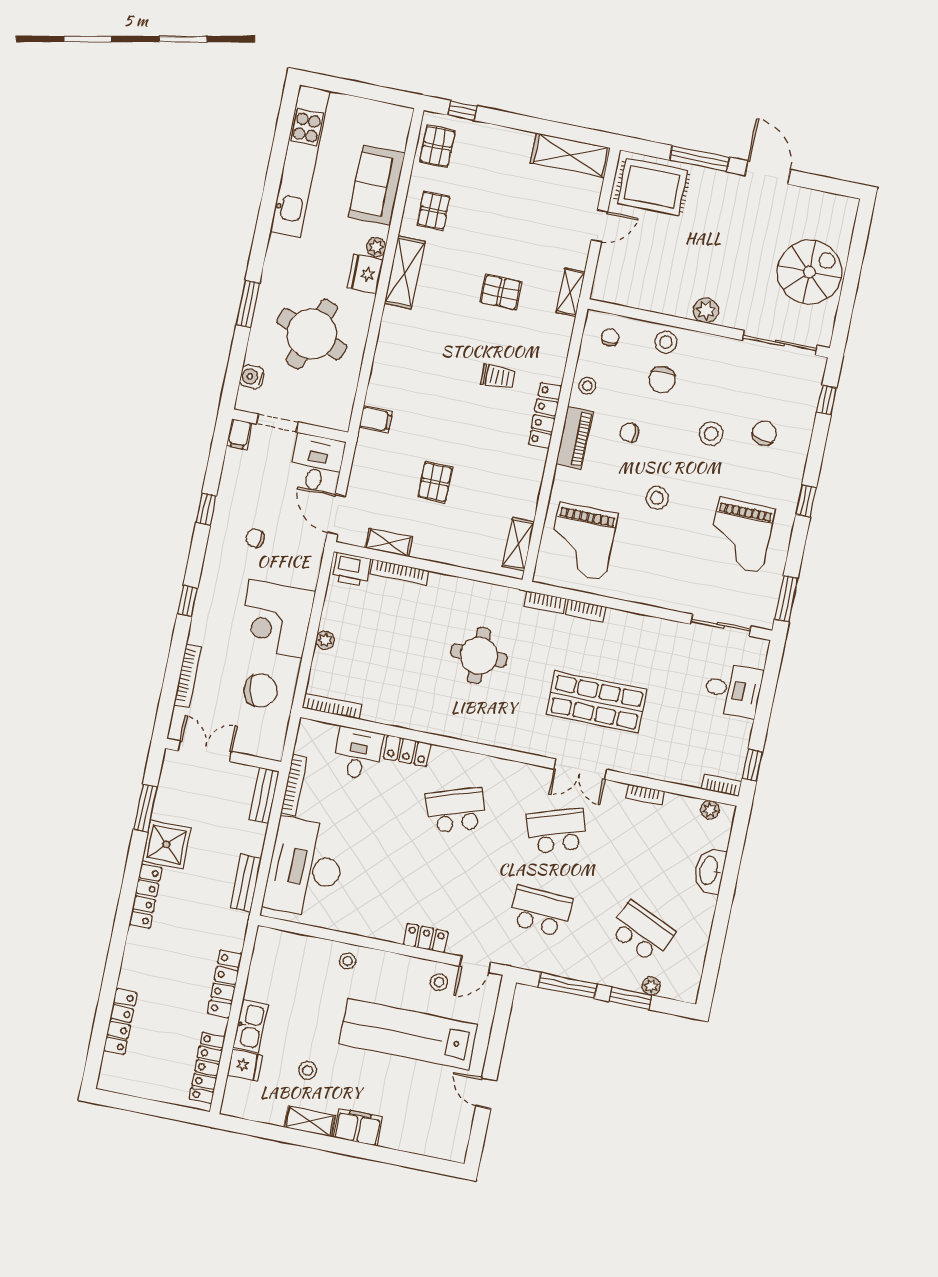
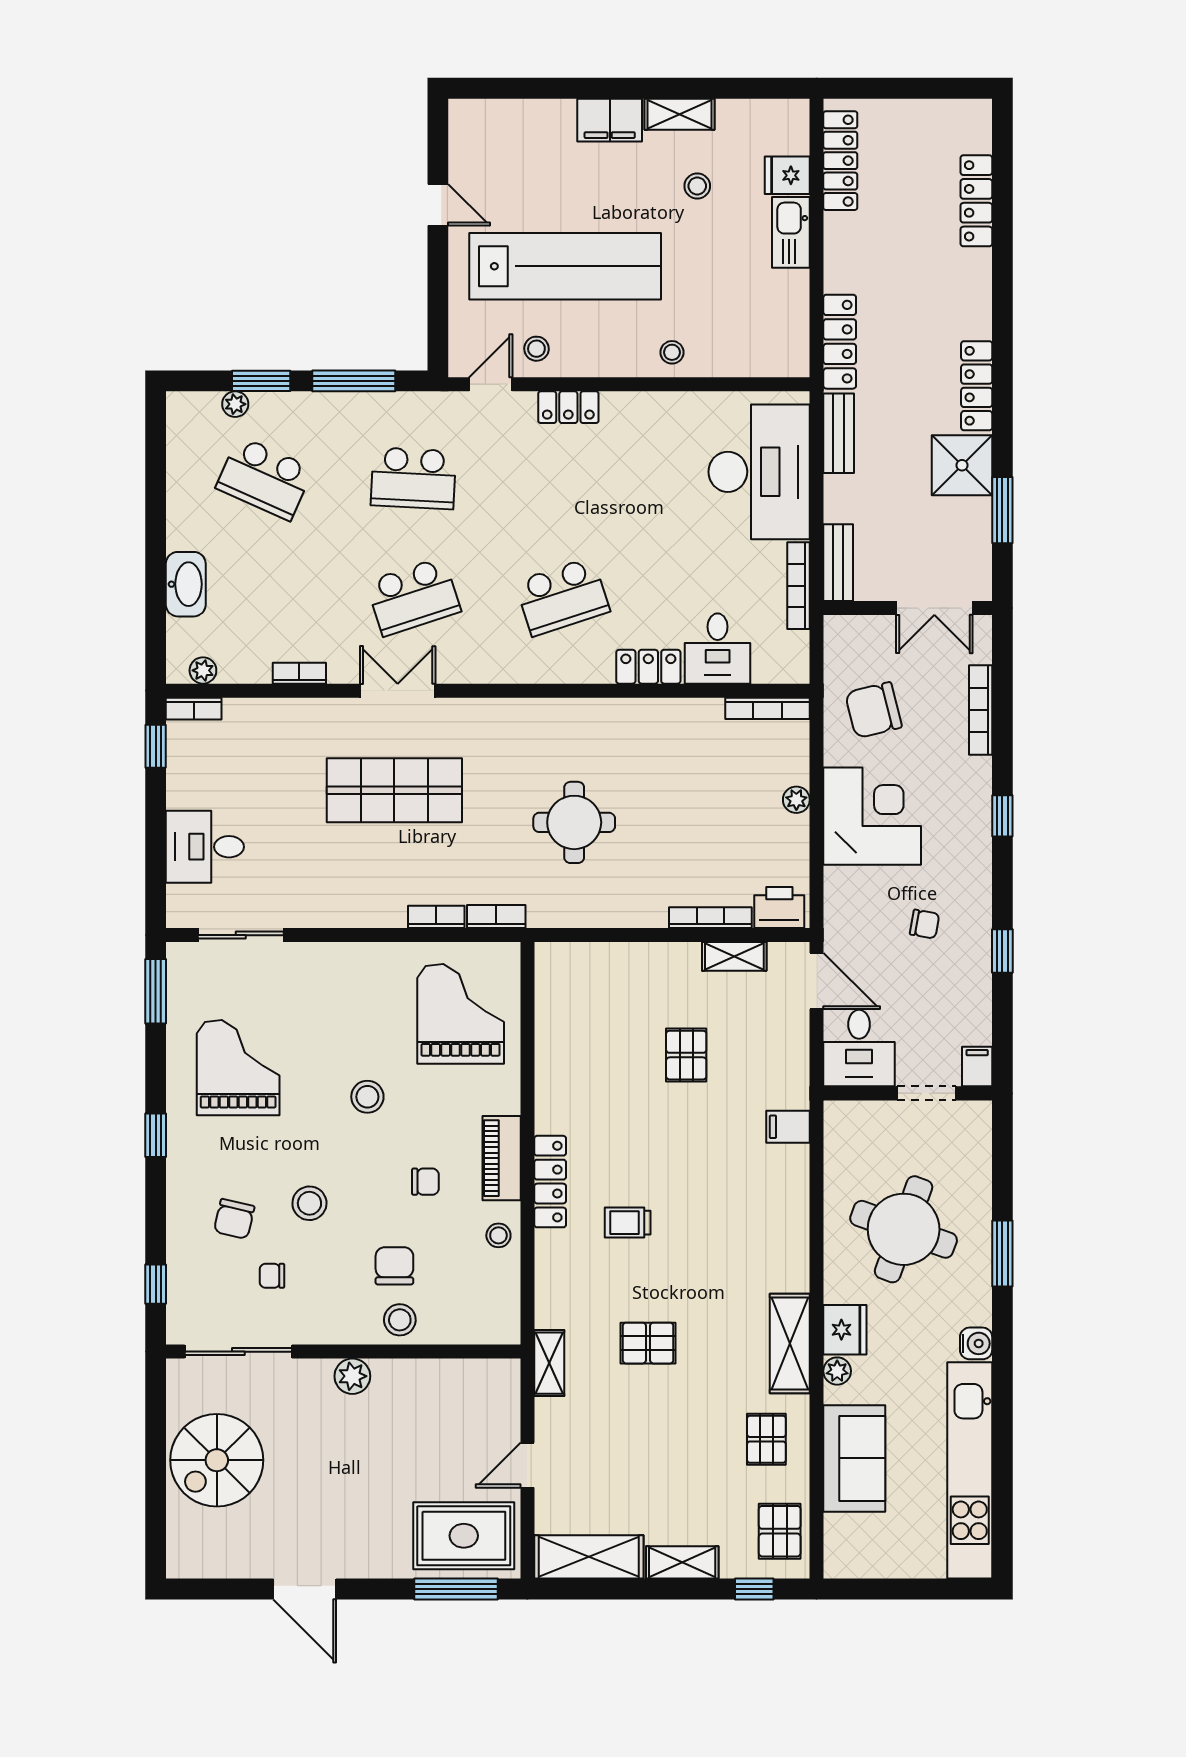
window: (699, 159) -> (456, 1589), moved
chair: (610, 337) -> (272, 1276), moved, turned 90
water cooler: (252, 377) -> (976, 1343), moved
shelving: (518, 544) -> (682, 1562), moved, turned 90
locker: (225, 984) -> (840, 342), moved

